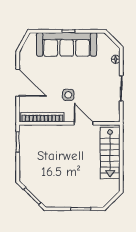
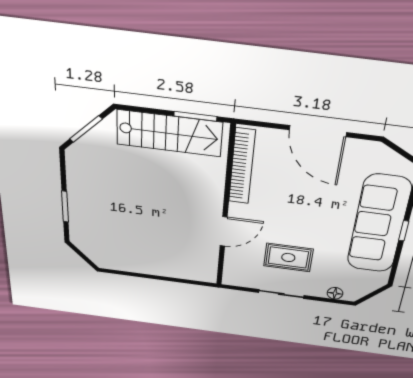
door: (18, 83) -> (318, 131), hinge flipped
rug: (95, 88) -> (288, 257), added
side table: (68, 95) -> (280, 215), removed
stairs: (110, 153) -> (169, 133), moved, turned 180

